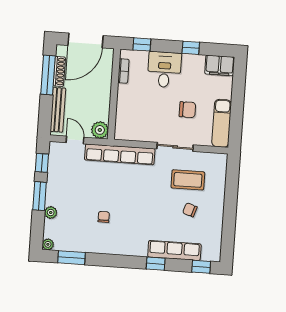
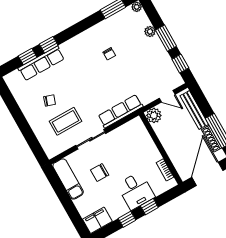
window: (142, 44) -> (149, 207), moved
row of seats: (120, 154) -> (120, 111), width x0.73
window: (201, 267) -> (28, 57), moved

